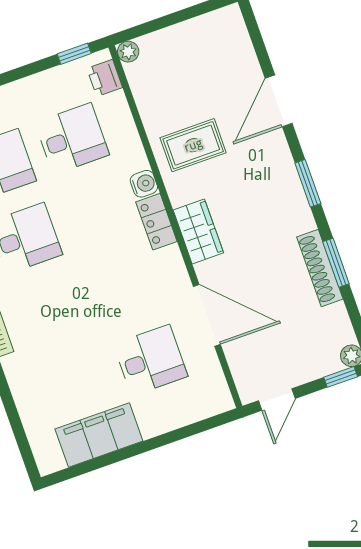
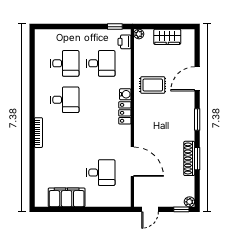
wardrobe: (198, 231) -> (167, 37), moved, turned 90

